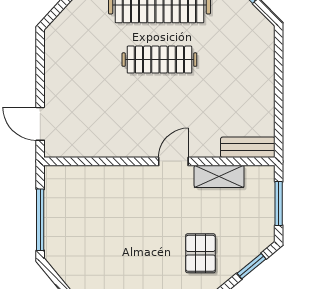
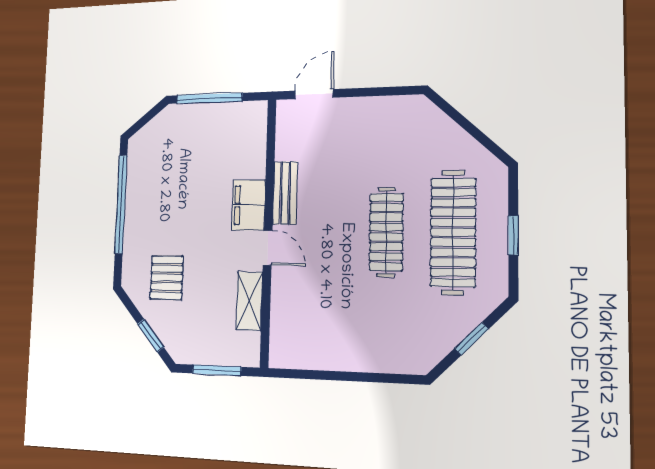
bench: (248, 147) -> (285, 193), moved
filing cabinet: (136, 180) -> (249, 205), added
pallet: (200, 253) -> (167, 278), turned 90

